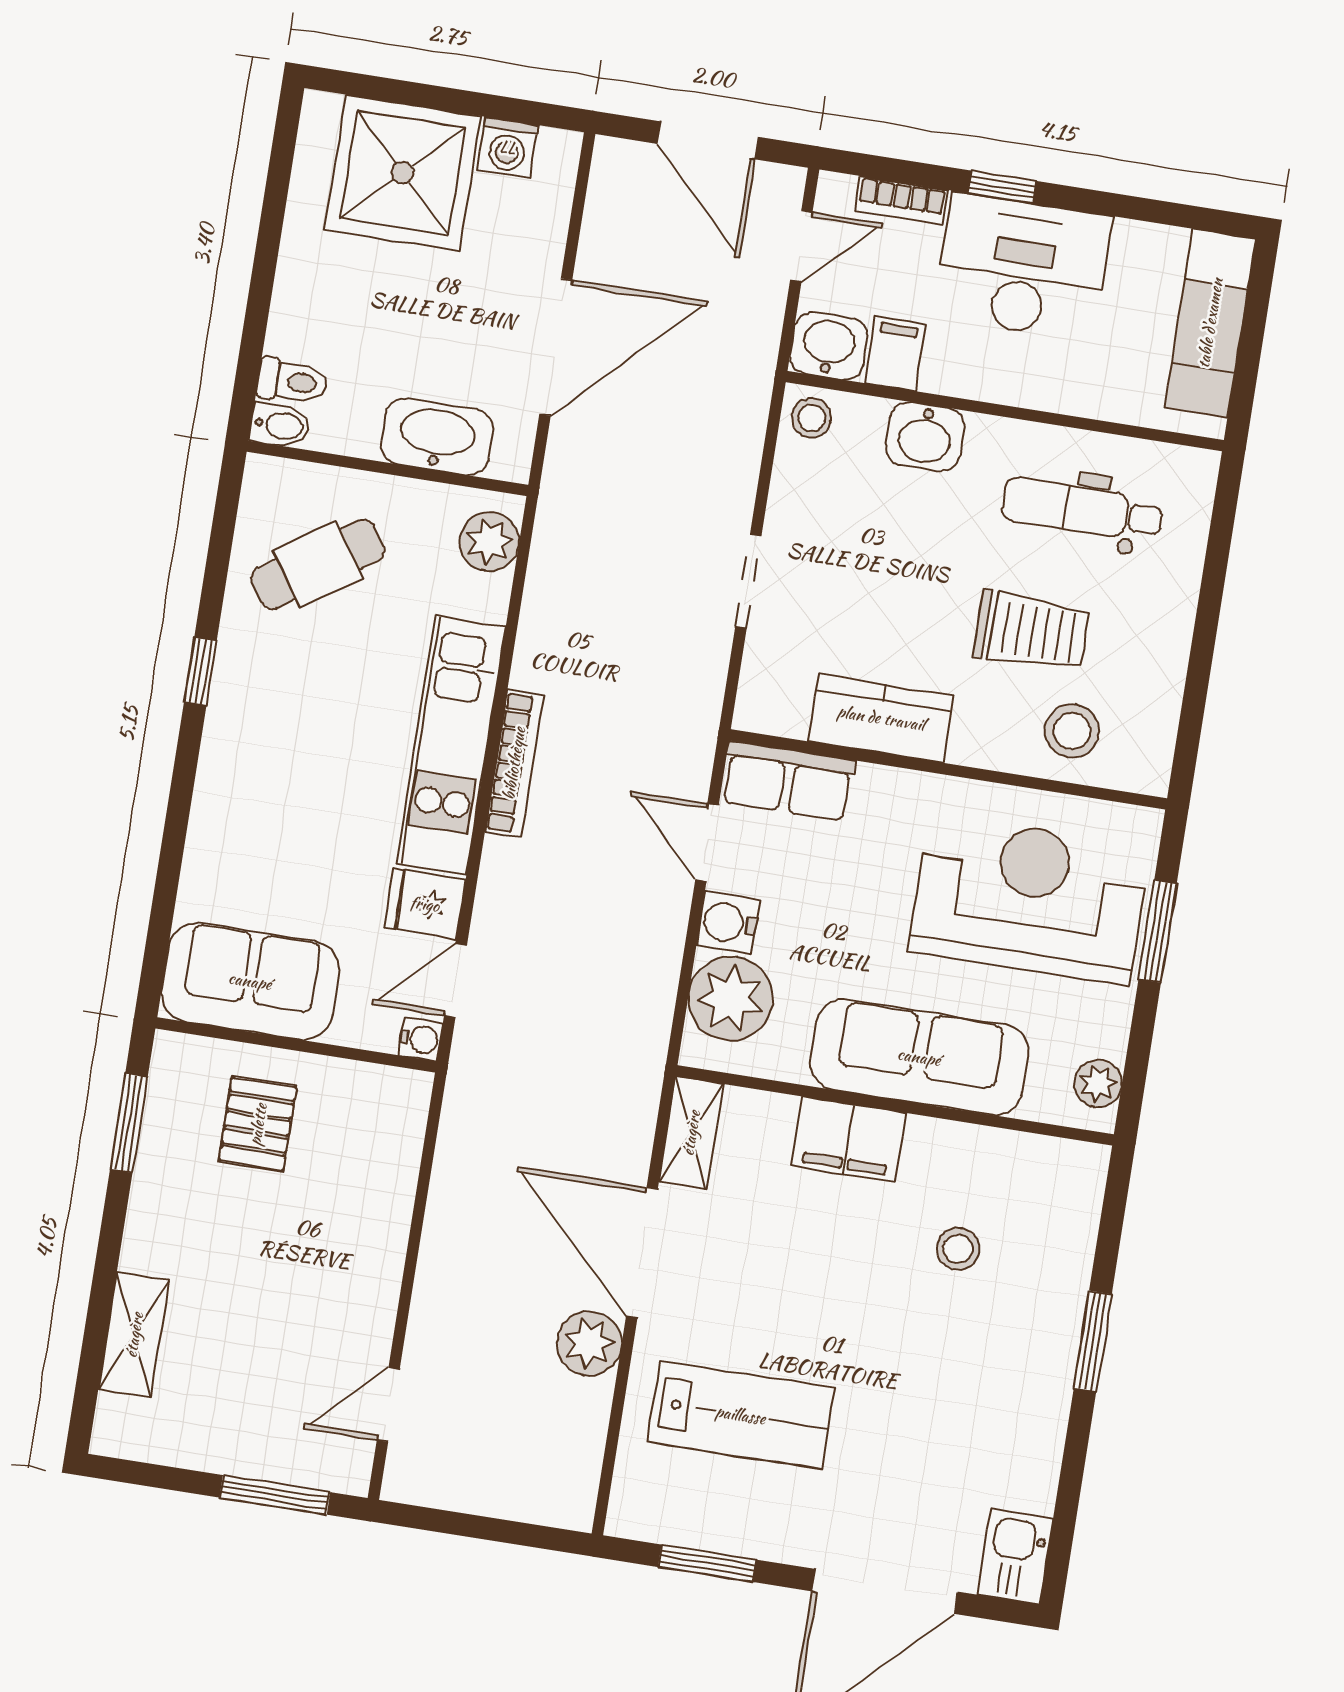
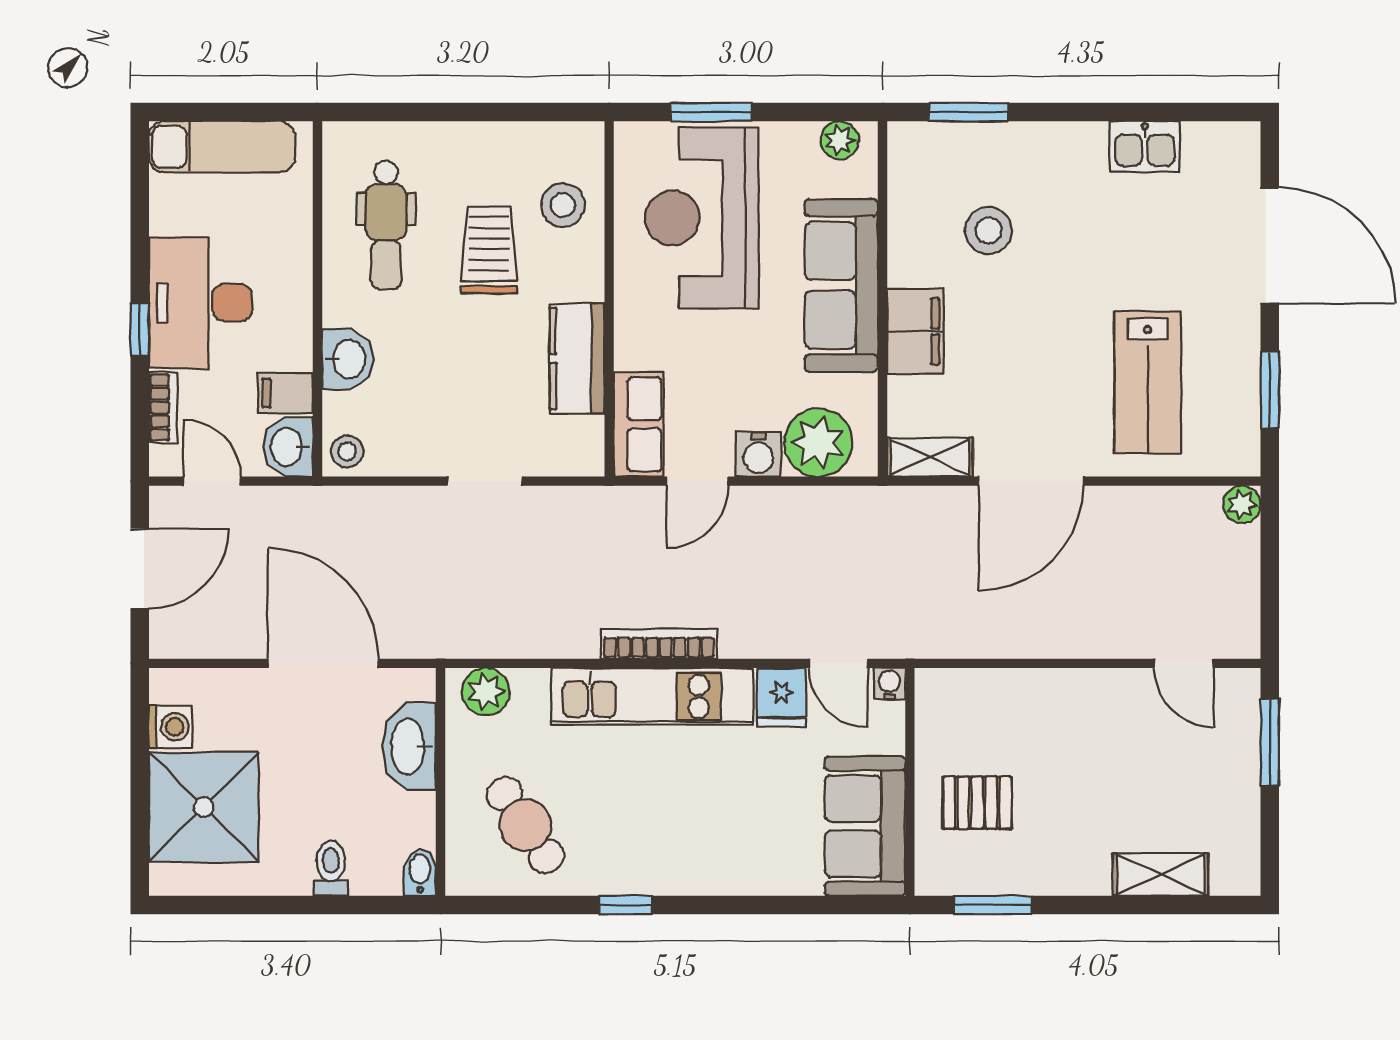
toilet: (292, 381) -> (331, 868), moved
stool: (958, 1249) -> (988, 230), width x1.37, depth x1.37
window: (1093, 1341) -> (969, 112), moved
plant: (589, 1343) -> (1242, 505), moved, width x0.73, depth x0.73
lab bench: (741, 1415) -> (1148, 382), turned 180
kitchen sink: (1015, 1557) -> (1145, 147), moved

